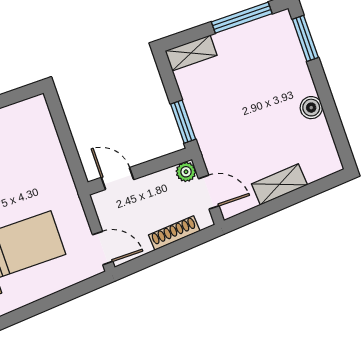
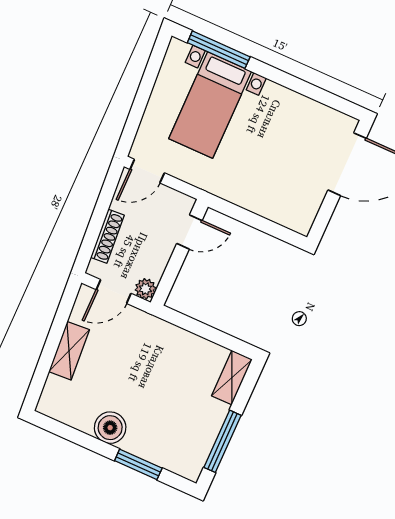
window: (305, 38) -> (138, 464), moved
boiler: (311, 108) -> (110, 428), width x1.36, depth x1.36
window: (183, 122) -> (186, 322), removed

